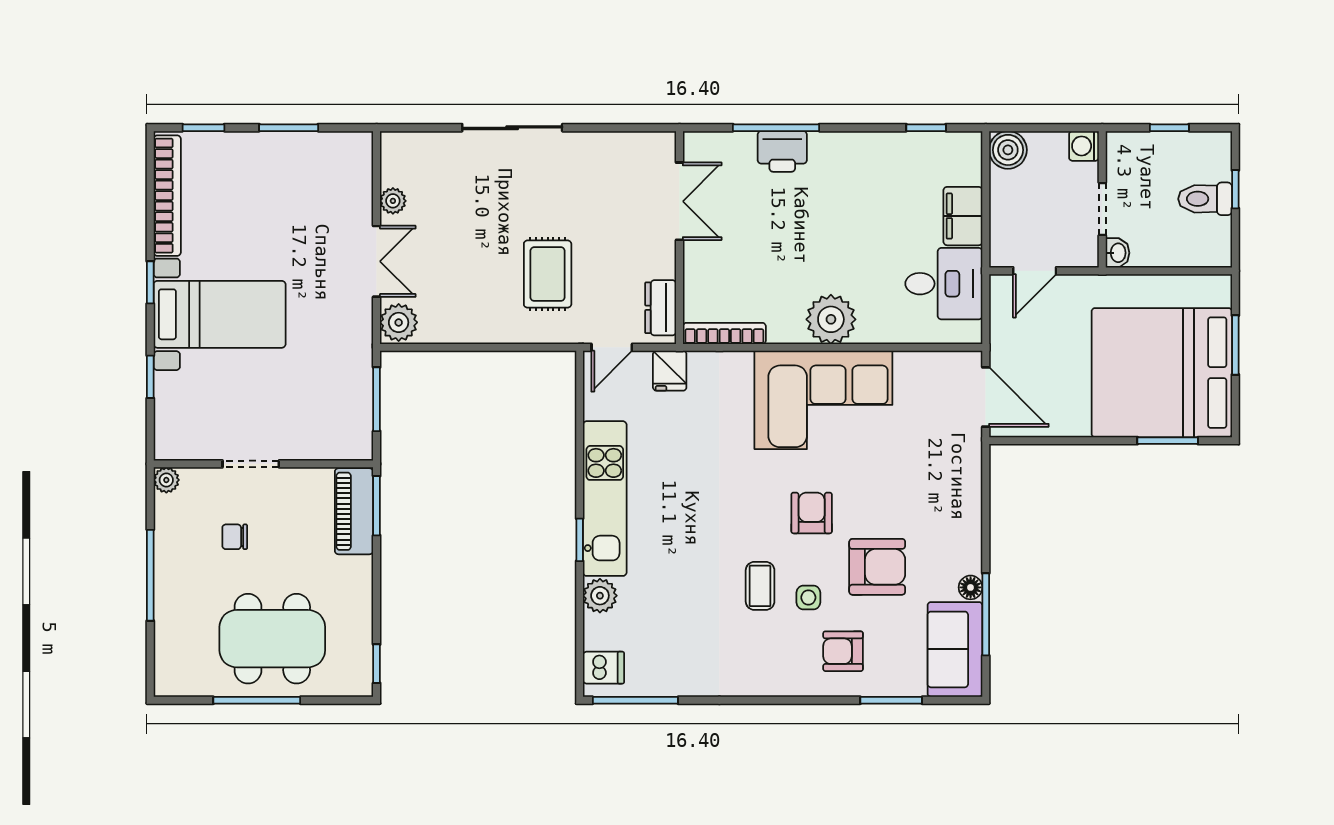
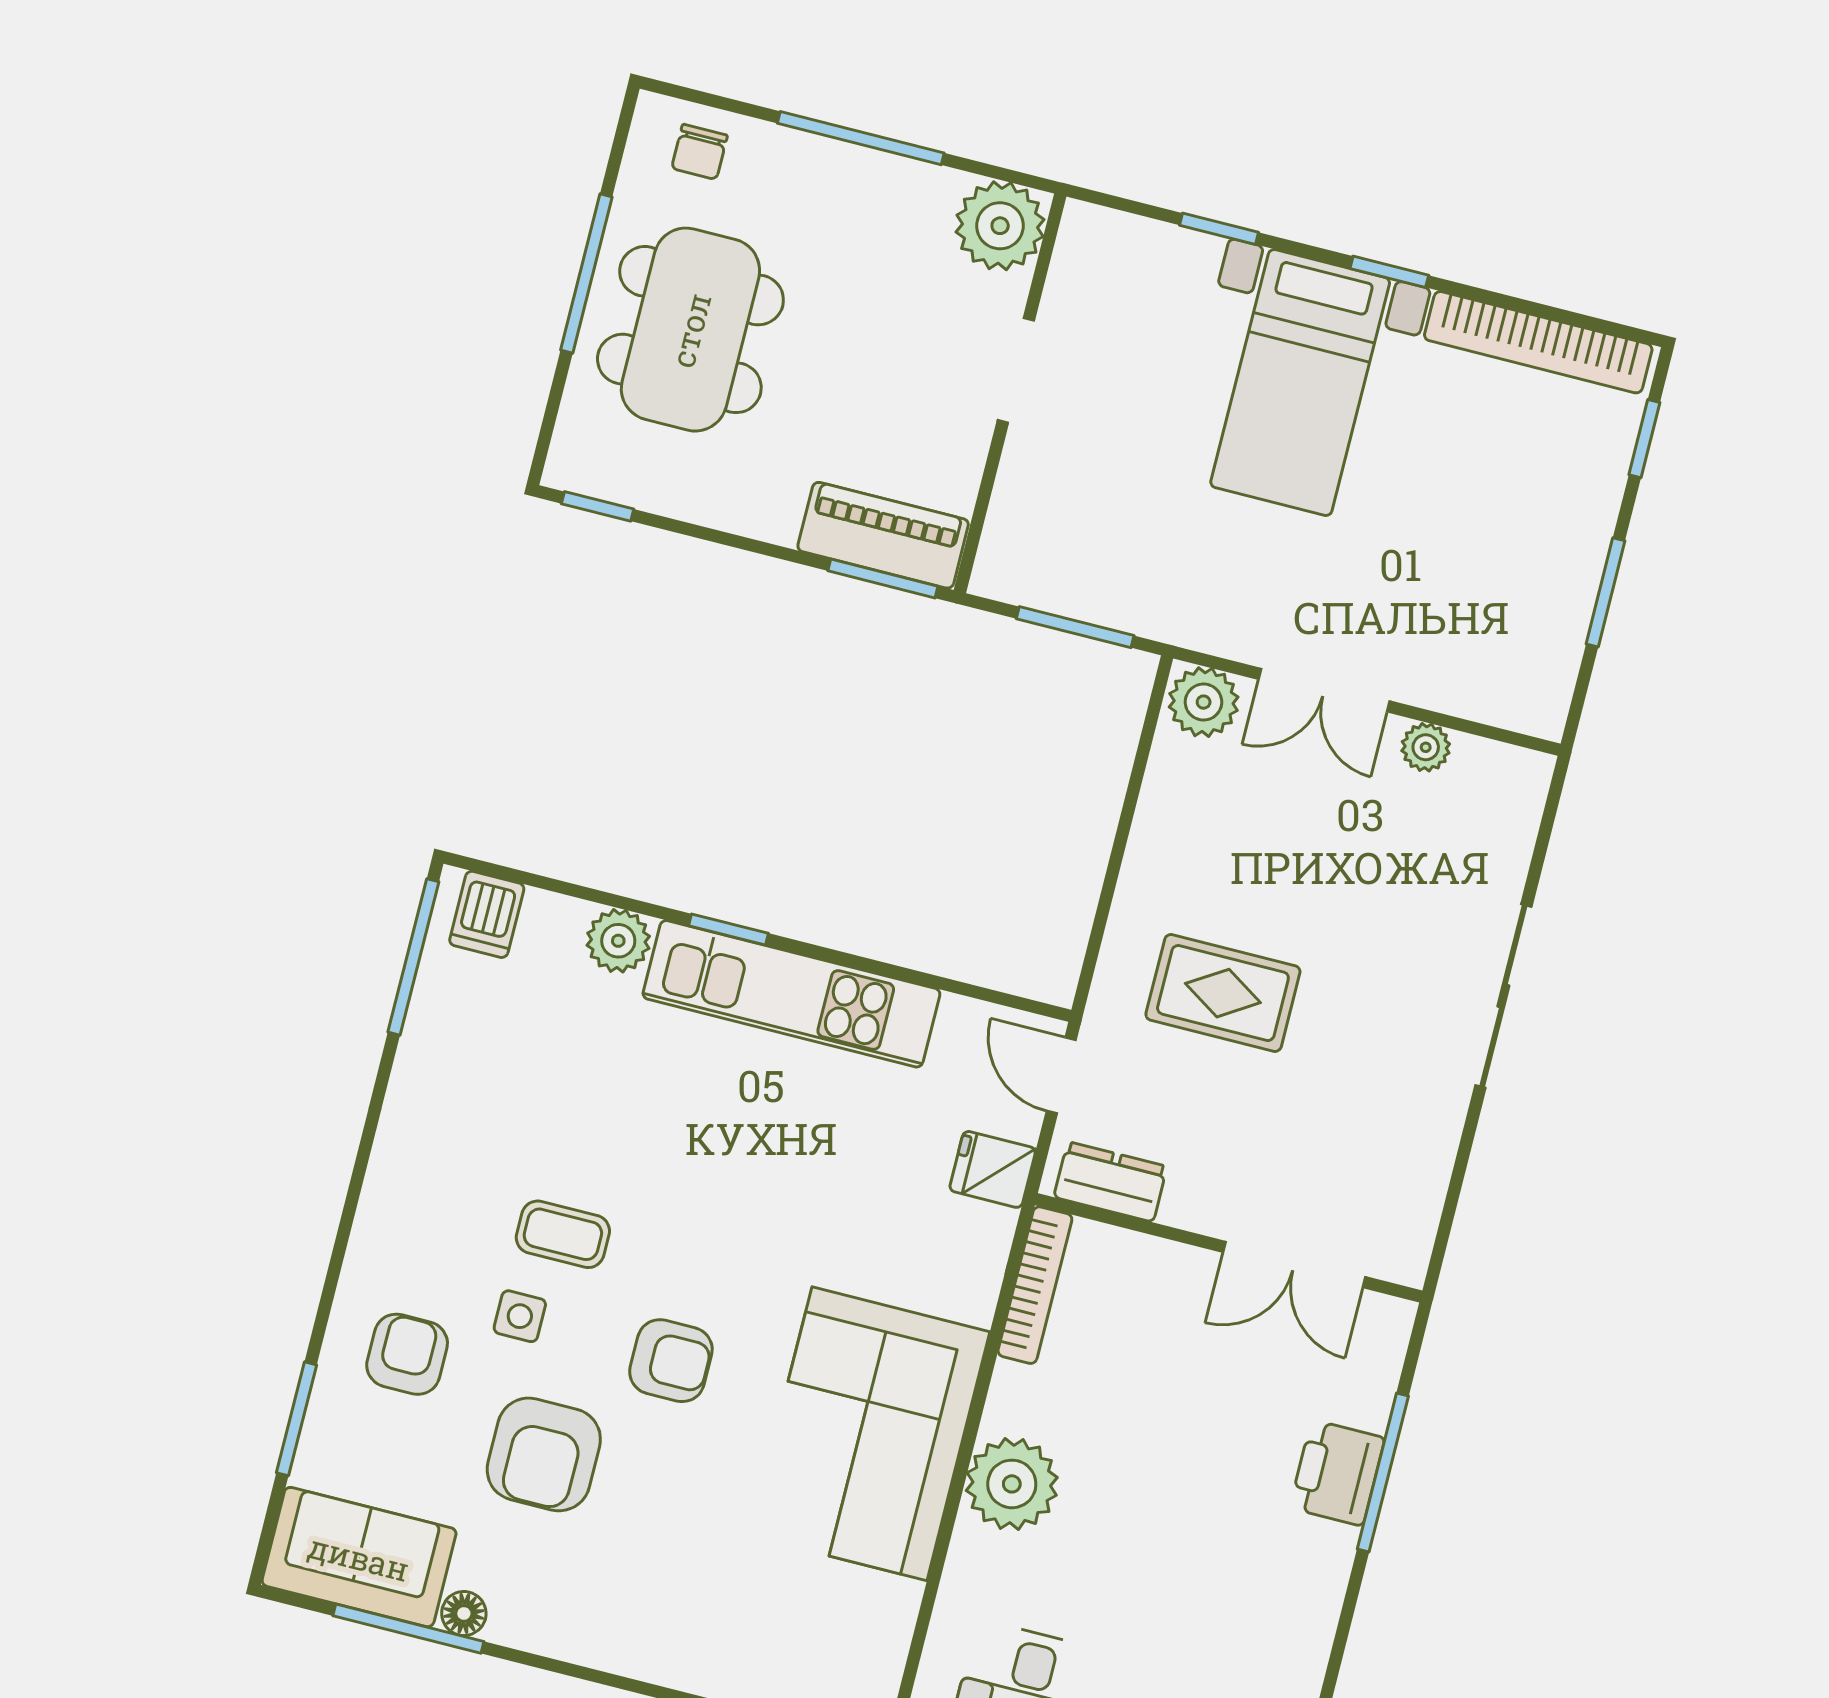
plant: (166, 480) -> (1000, 226), width x1.87, depth x1.87
chair: (235, 537) -> (699, 152), moved, turned 180

